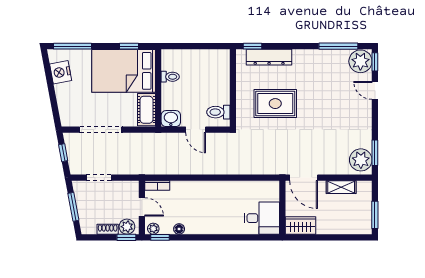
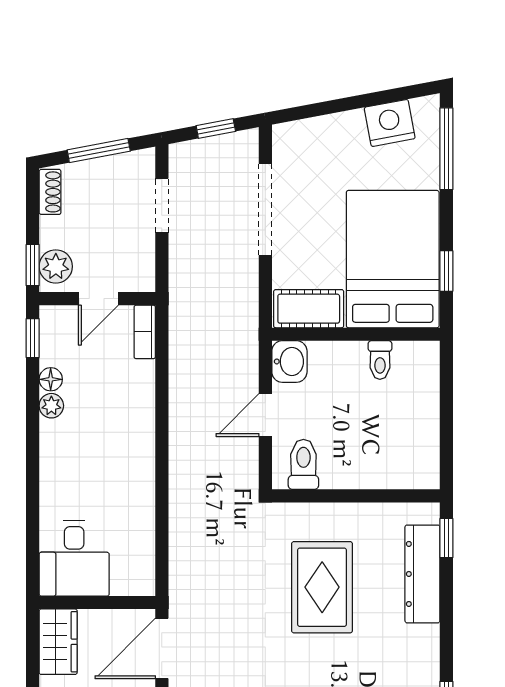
shoe rack: (108, 229) -> (50, 192), moved
plant: (153, 229) -> (51, 406), moved

